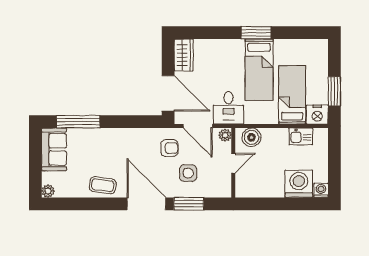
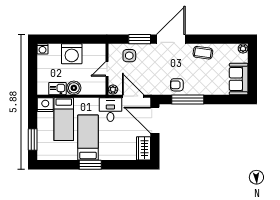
window: (334, 91) -> (33, 140), moved
window: (78, 122) -> (188, 99), moved
boiler: (251, 137) -> (74, 88), moved
armchair: (169, 148) -> (177, 85), moved
side table: (188, 173) -> (129, 56), moved
washing machine: (299, 184) -> (72, 54), moved
door: (146, 204) -> (171, 39), swing flipped

